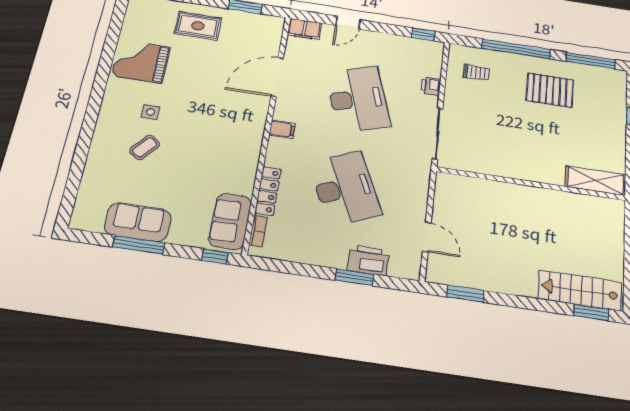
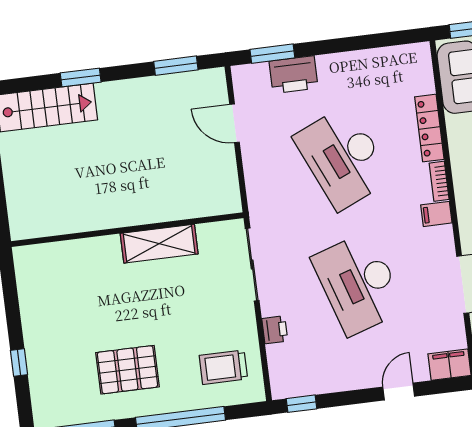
trolley: (476, 73) -> (223, 367), width x1.36, depth x1.39
shelving: (596, 181) -> (159, 244), moved
bookcase: (258, 231) -> (439, 181), moved
window: (355, 277) -> (272, 54), moved
window: (591, 313) -> (81, 78), moved

